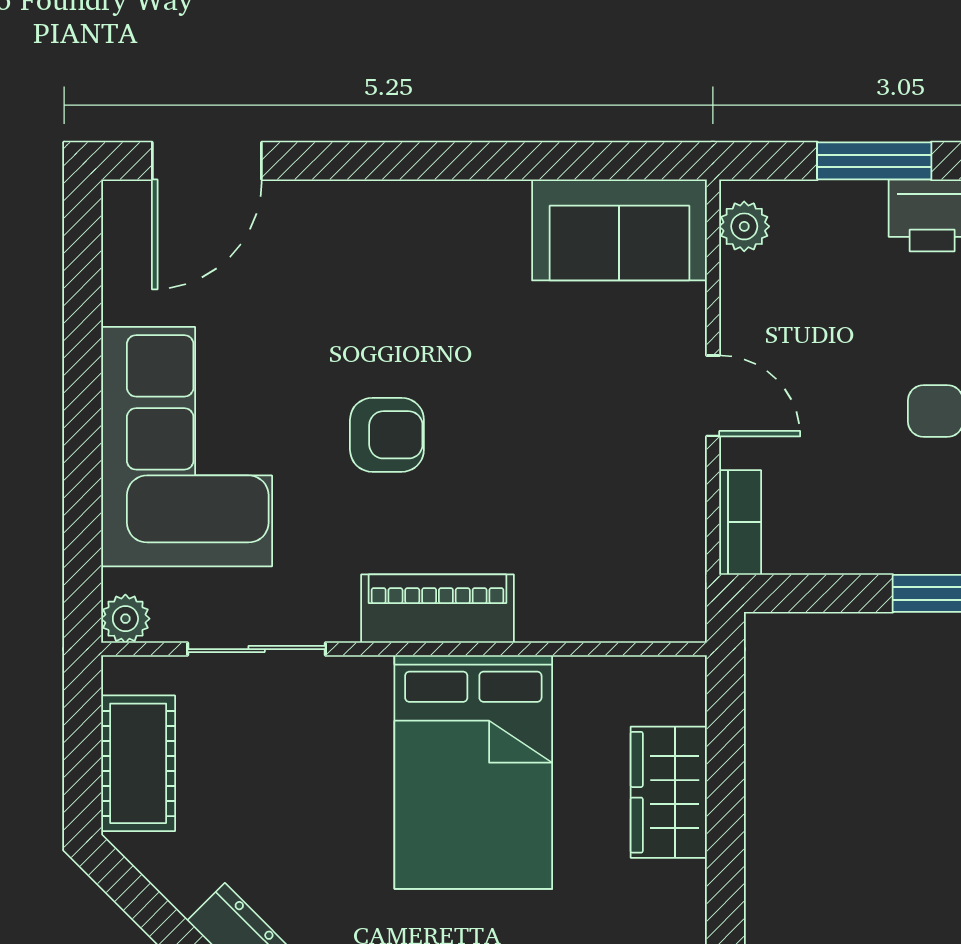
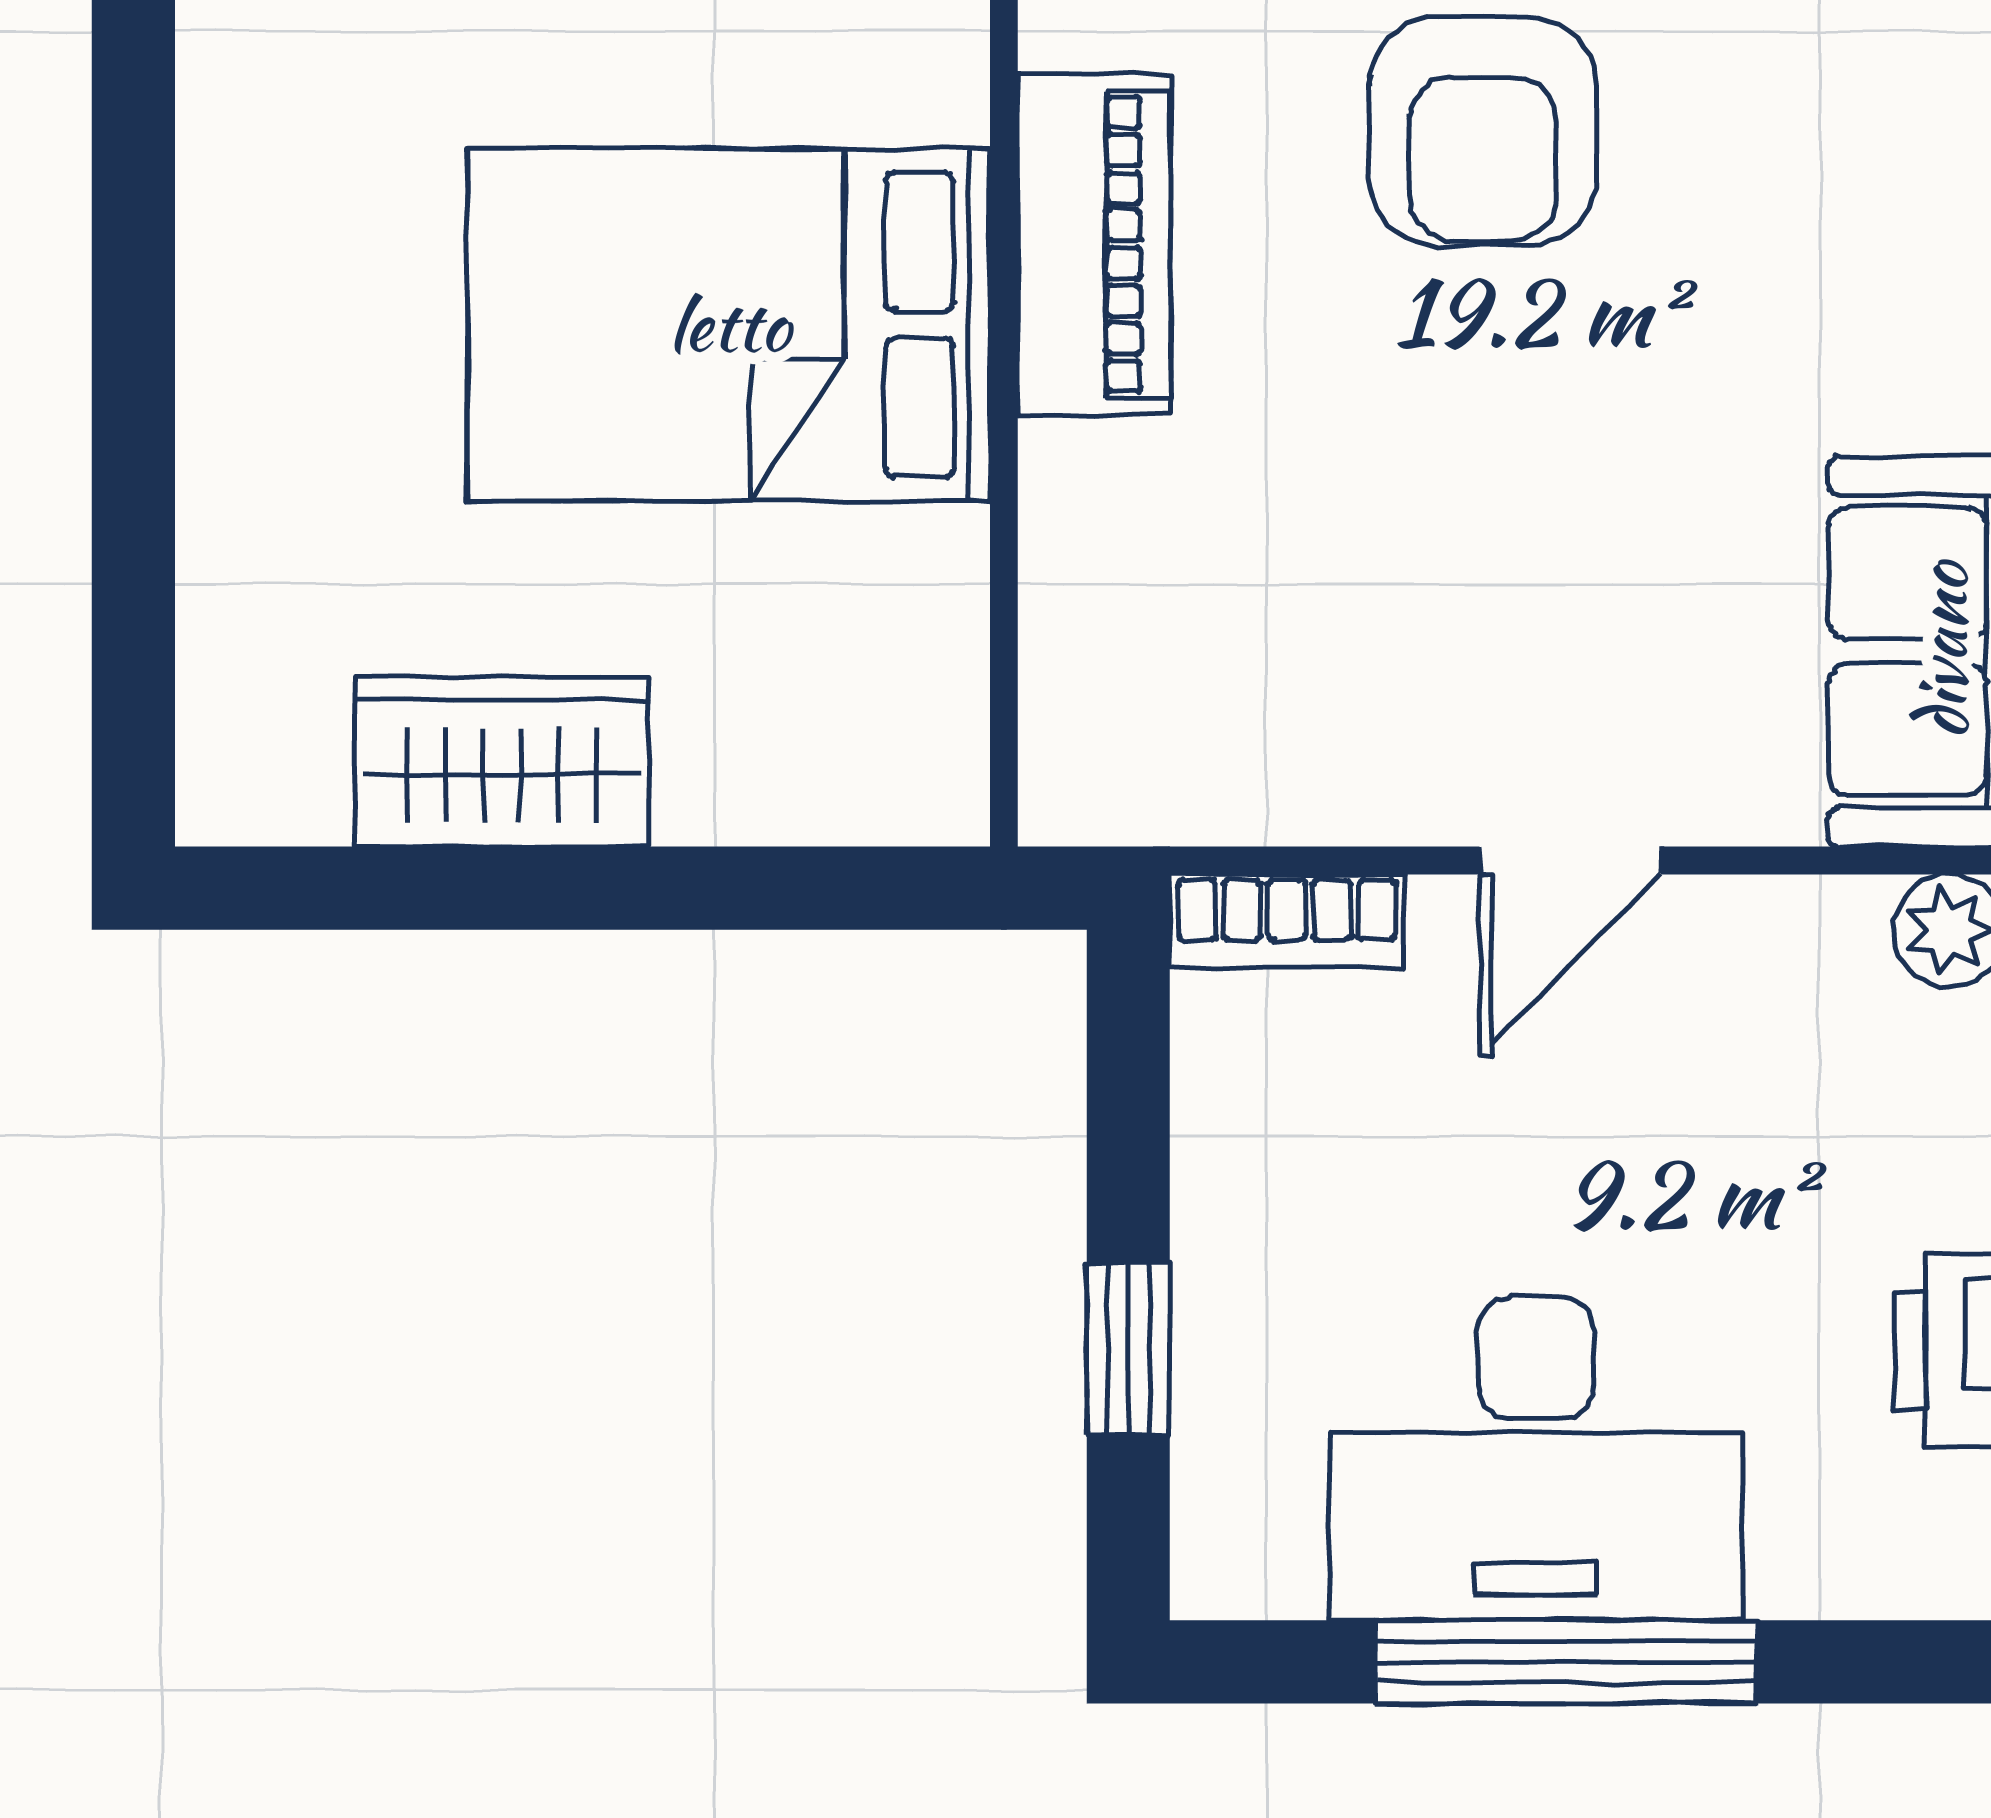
armchair: (387, 435) -> (1483, 131), width x1.38, depth x1.38
wardrobe: (669, 792) -> (502, 761), moved

